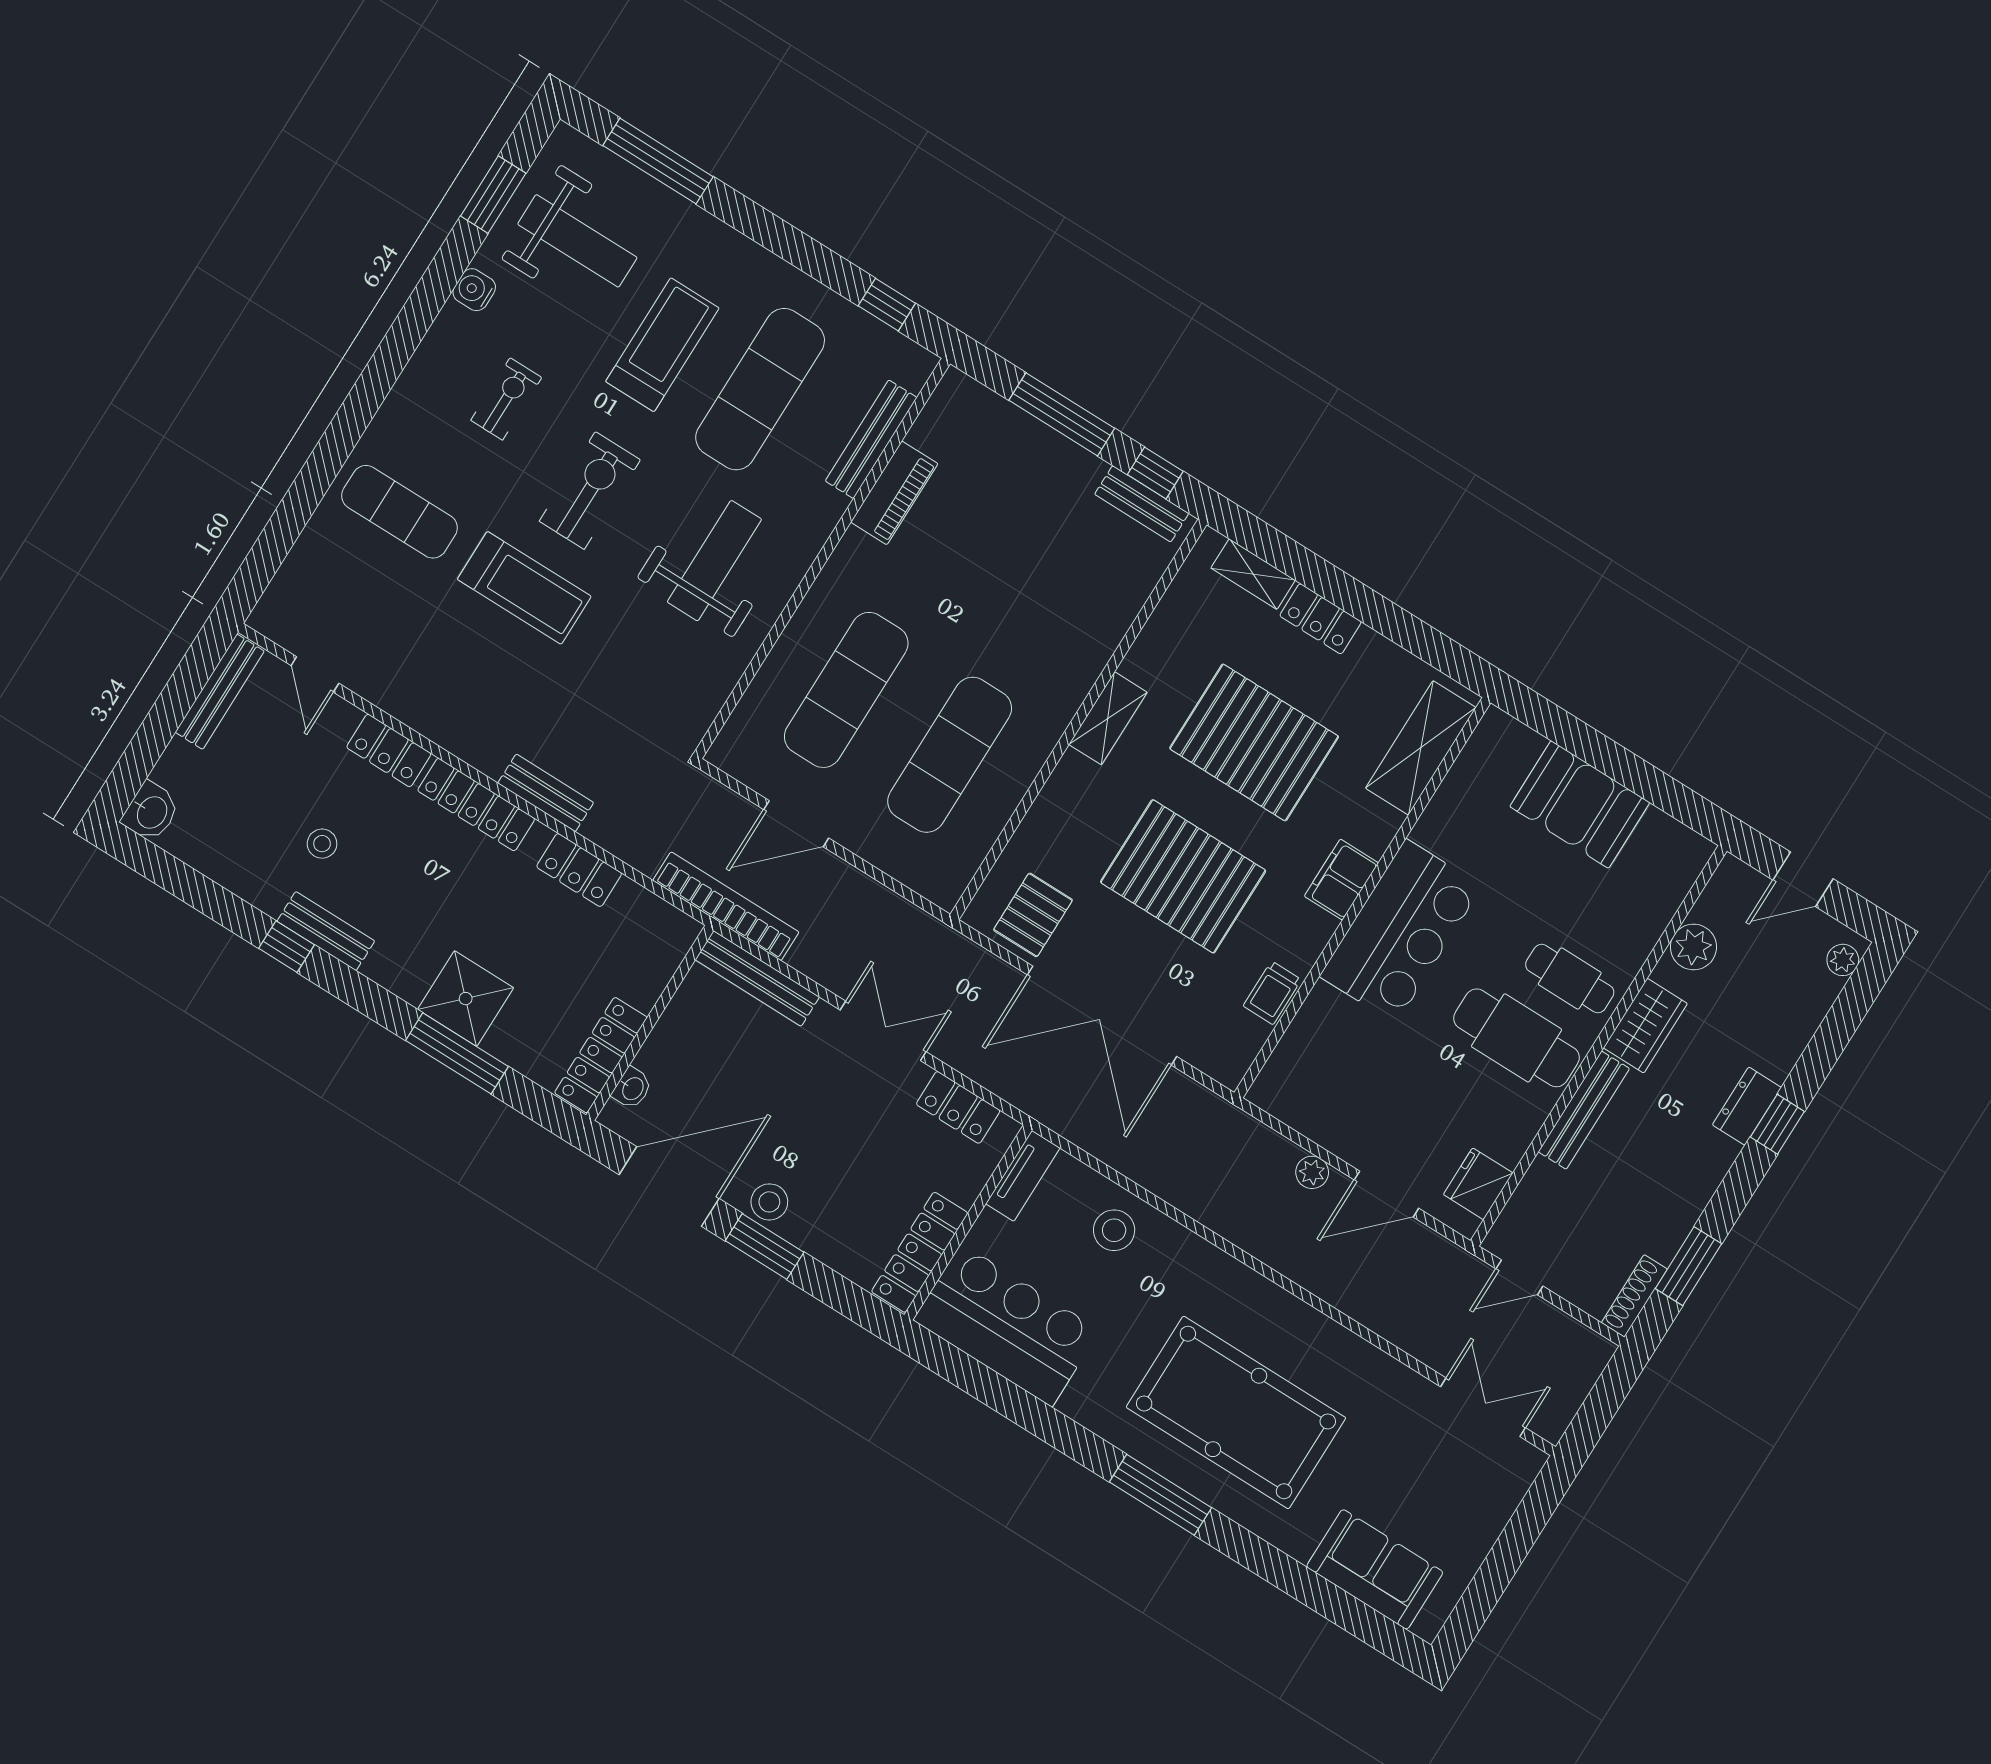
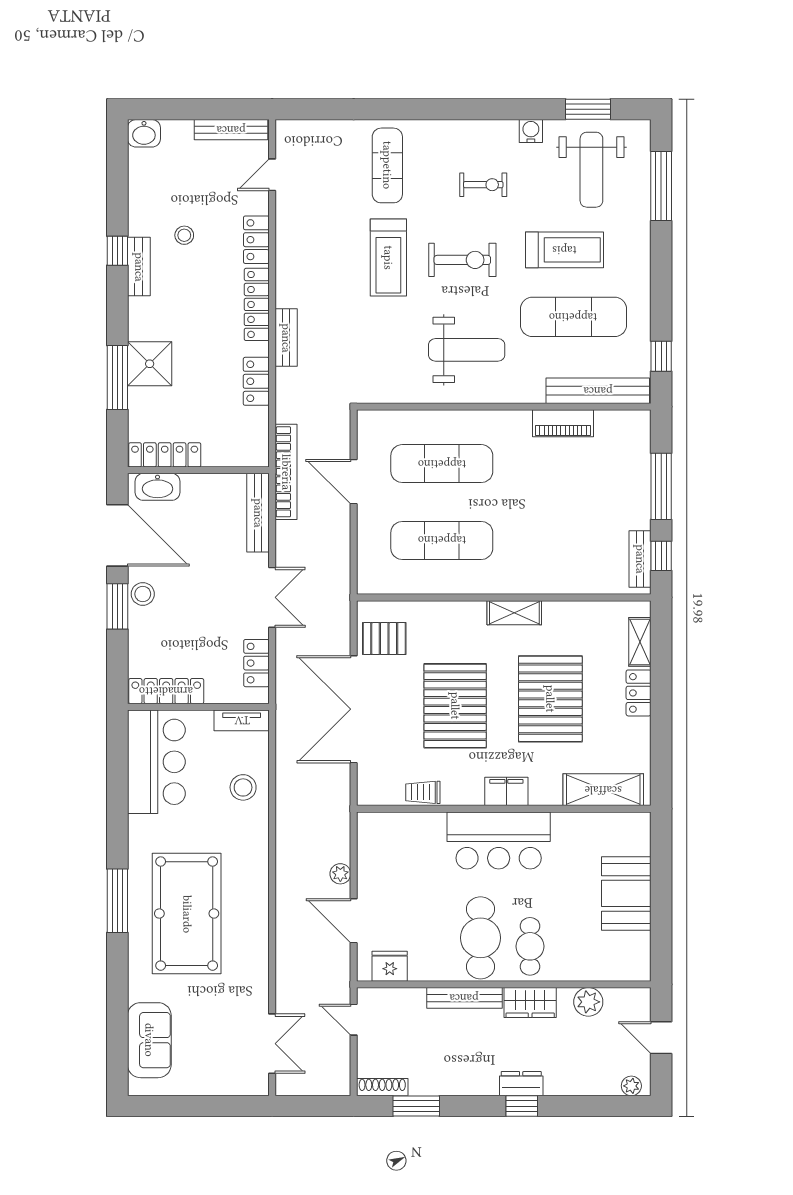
bench: (871, 439) -> (598, 391), width x1.37, depth x1.21
washbasin: (632, 1088) -> (158, 487), width x1.91, depth x1.45

